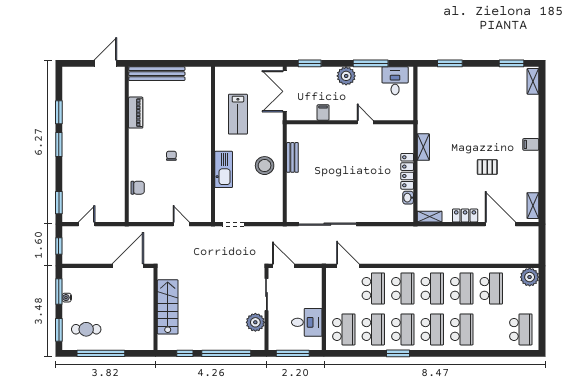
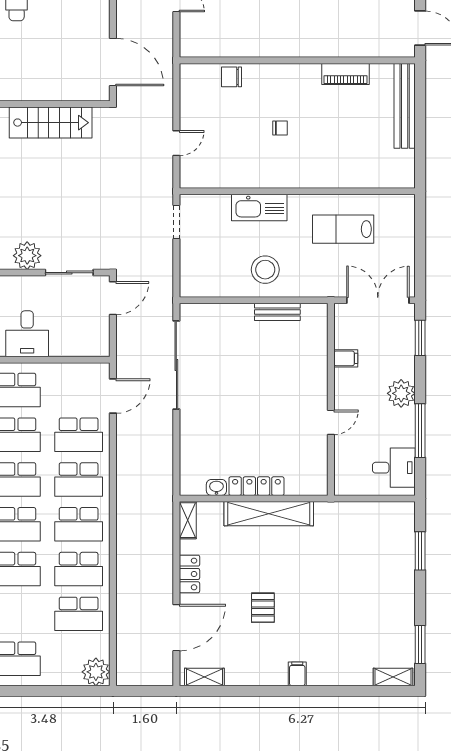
shelving: (423, 147) -> (269, 514), width x2.20, depth x1.33
chair: (138, 188) -> (232, 77), turned 90

